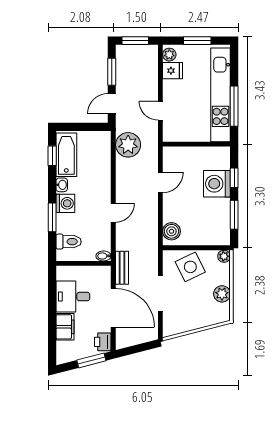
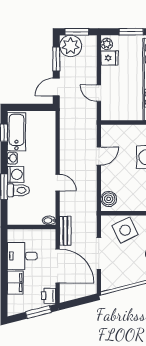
plant: (128, 145) -> (71, 46), moved
door: (113, 213) -> (58, 183), hinge flipped
toilet: (69, 242) -> (18, 190), moved

